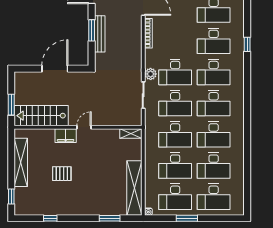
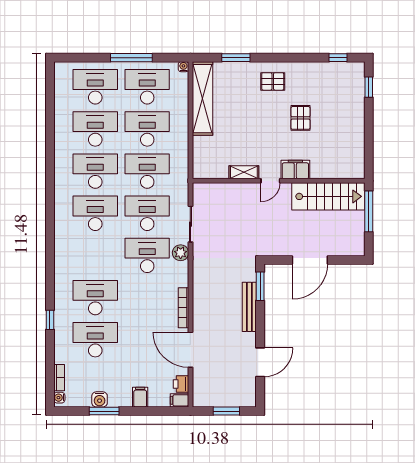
window: (92, 30) -> (260, 286), moved
window: (247, 44) -> (50, 320), moved
desk: (214, 72) -> (95, 255), removed
window: (11, 105) -> (369, 211), width x1.44
shelving: (131, 133) -> (244, 172), moved
shelving: (21, 162) -> (356, 133), removed
pallet: (62, 174) -> (300, 118), turned 90
pallet: (82, 201) -> (273, 81), added
window: (50, 218) -> (338, 58), moved
window: (187, 218) -> (131, 58), width x1.44

